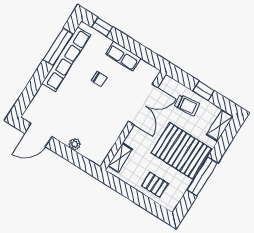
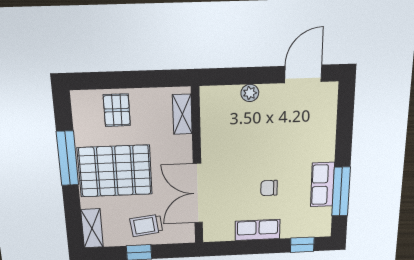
row of seats: (66, 59) -> (323, 185), width x0.50
pallet: (155, 185) -> (117, 110), turned 90

